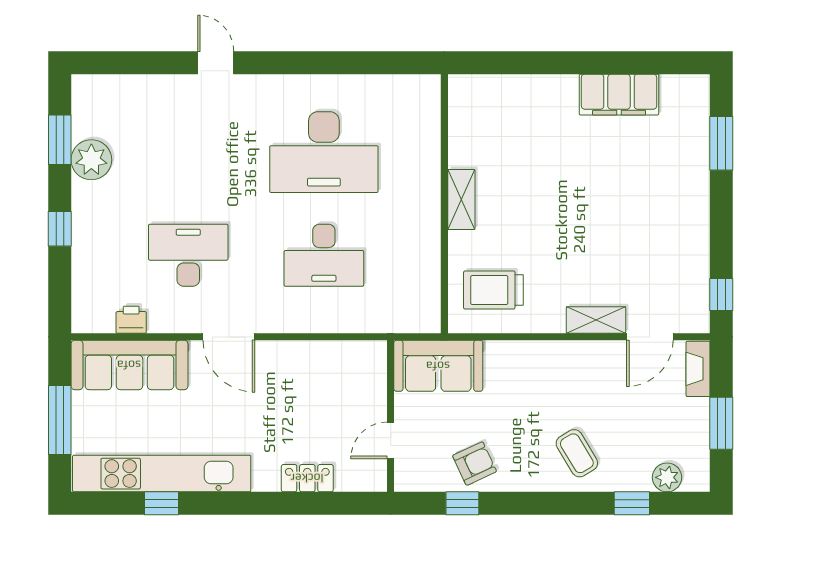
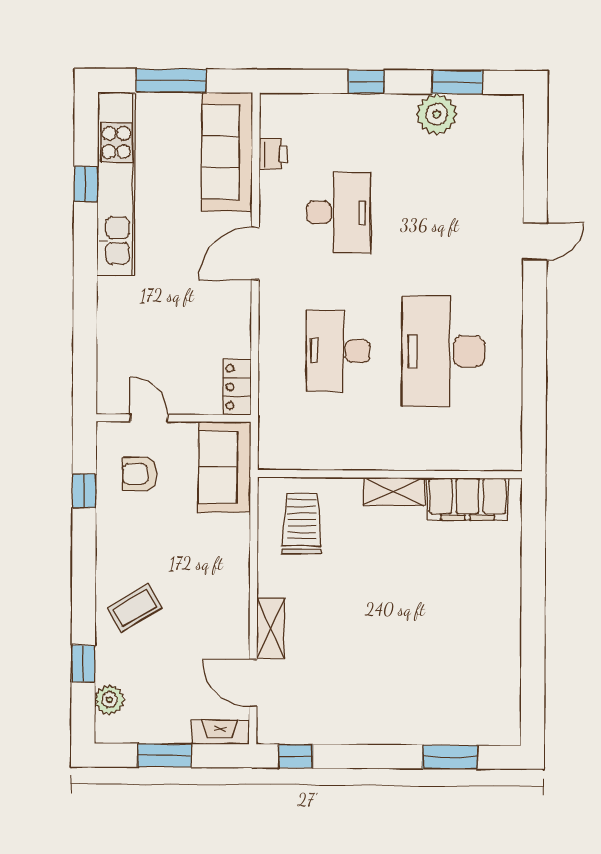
filing cabinet: (619, 95) -> (467, 499), moved, turned -90
armchair: (475, 464) -> (140, 474), moved, turned 115
locker: (307, 478) -> (237, 387), moved, turned 180

